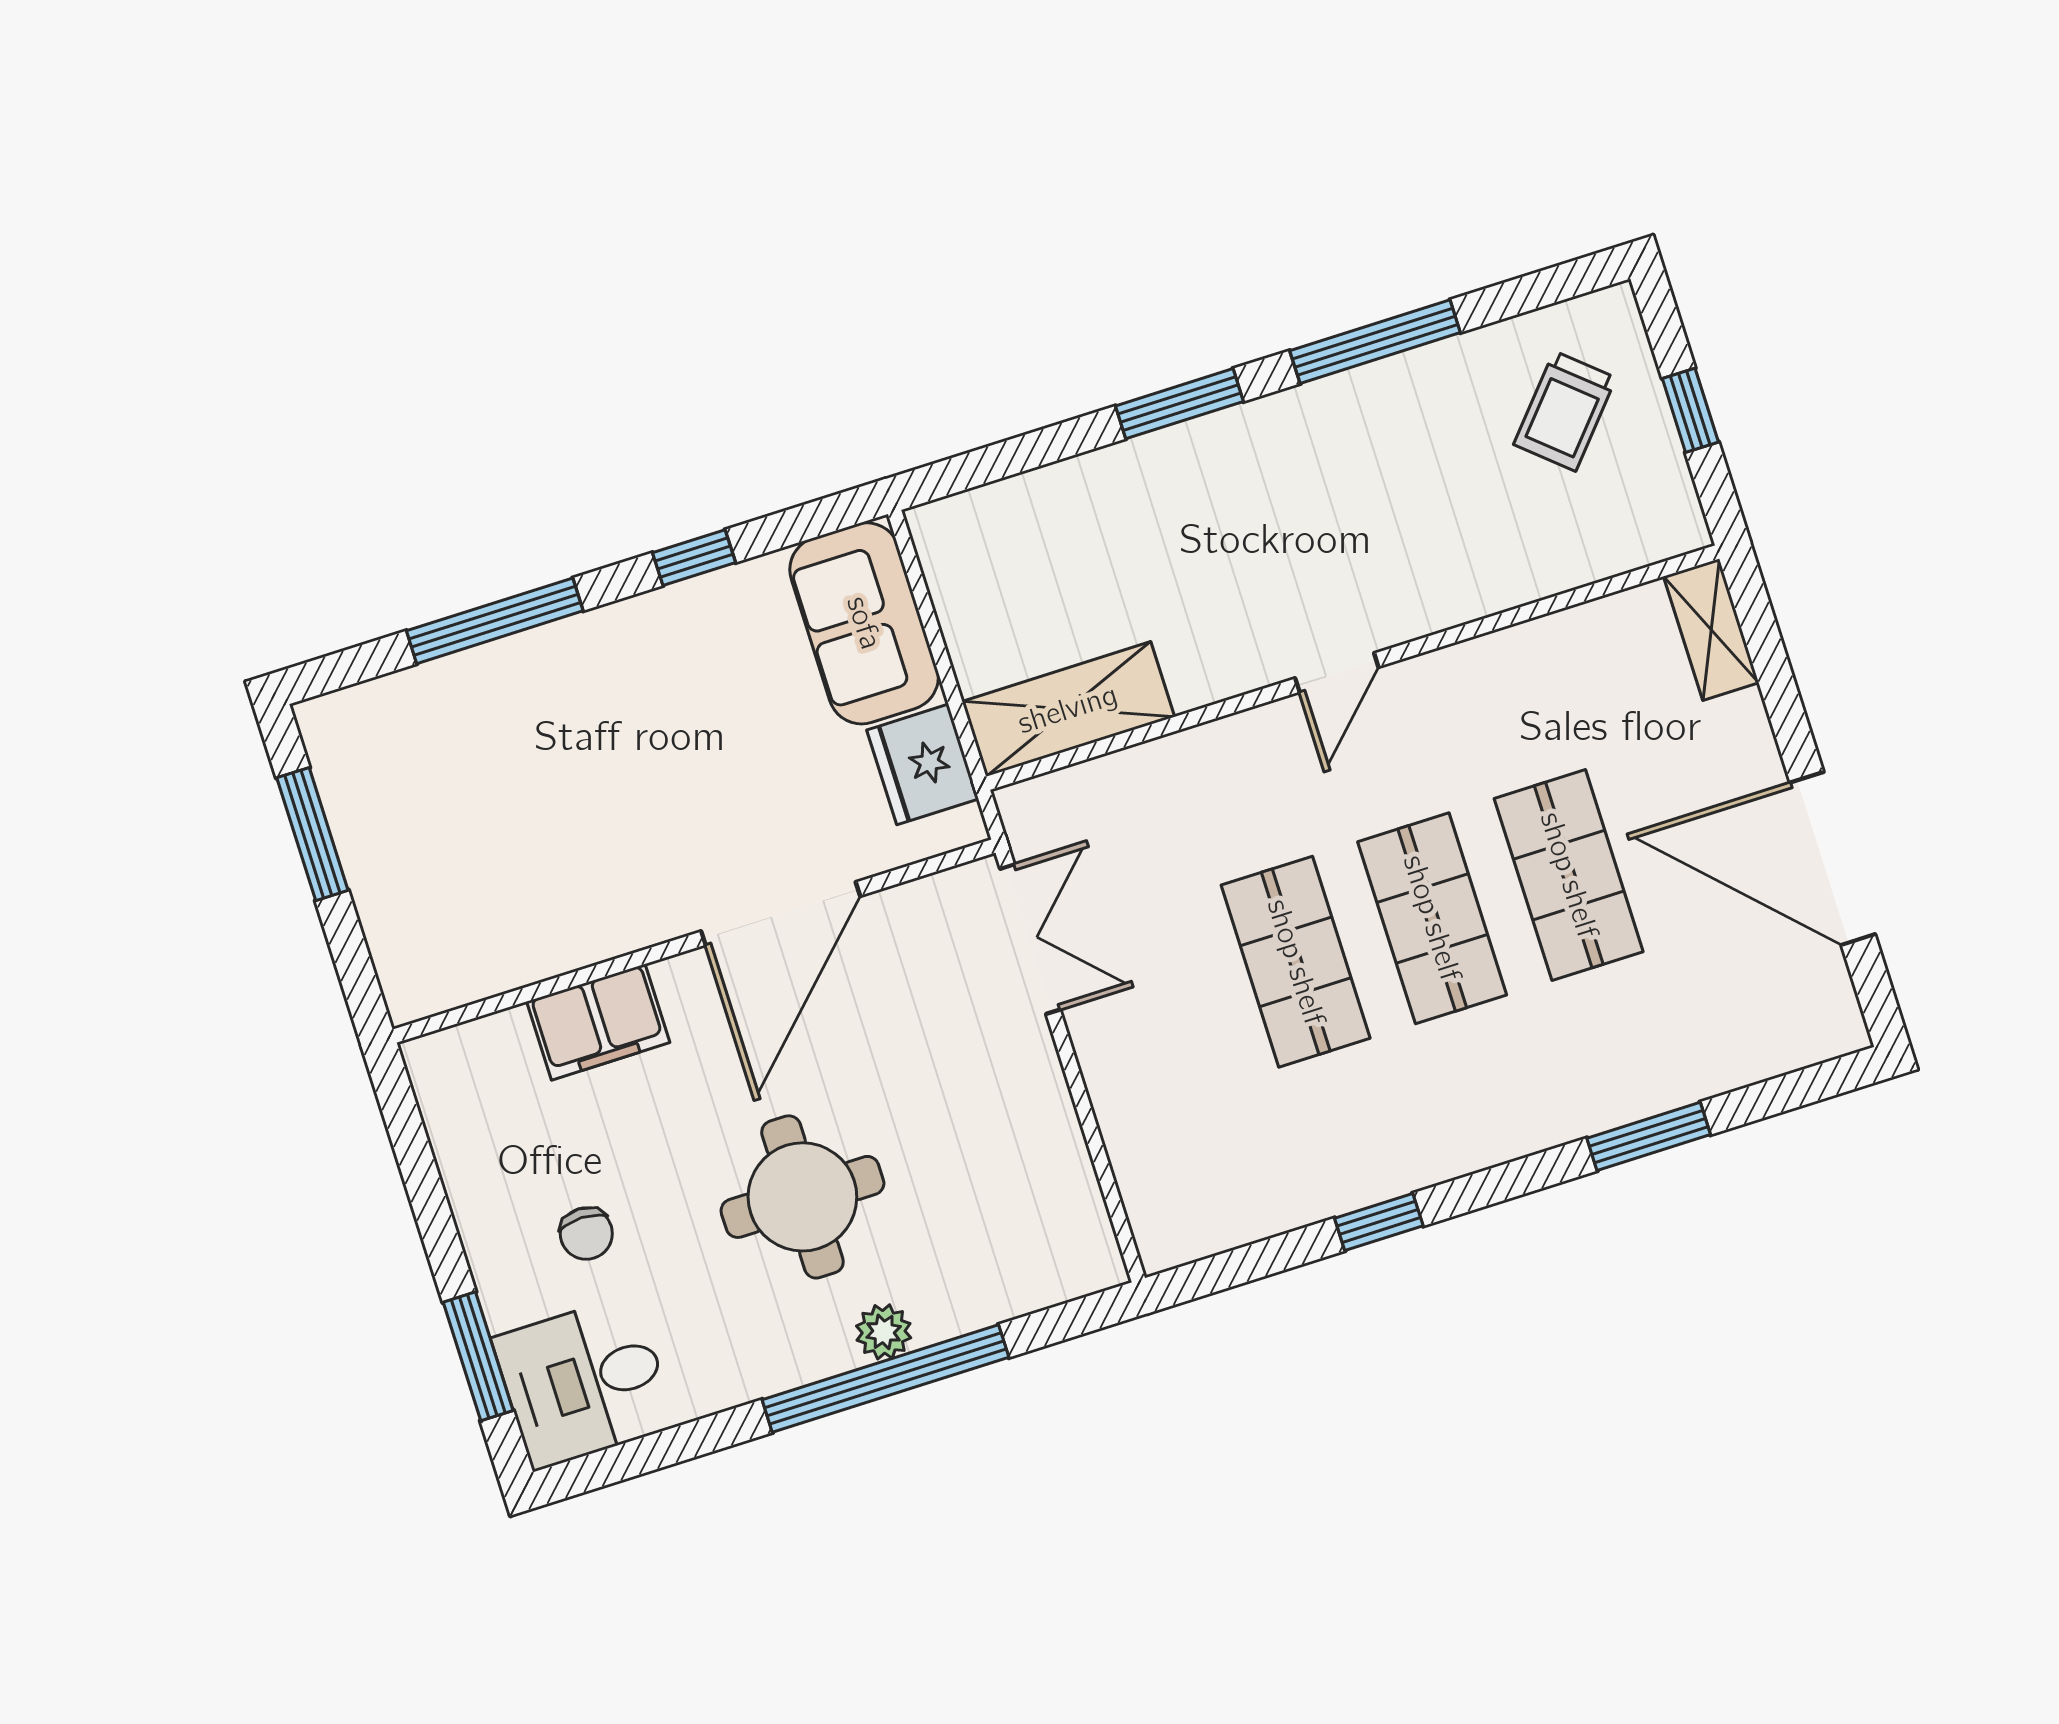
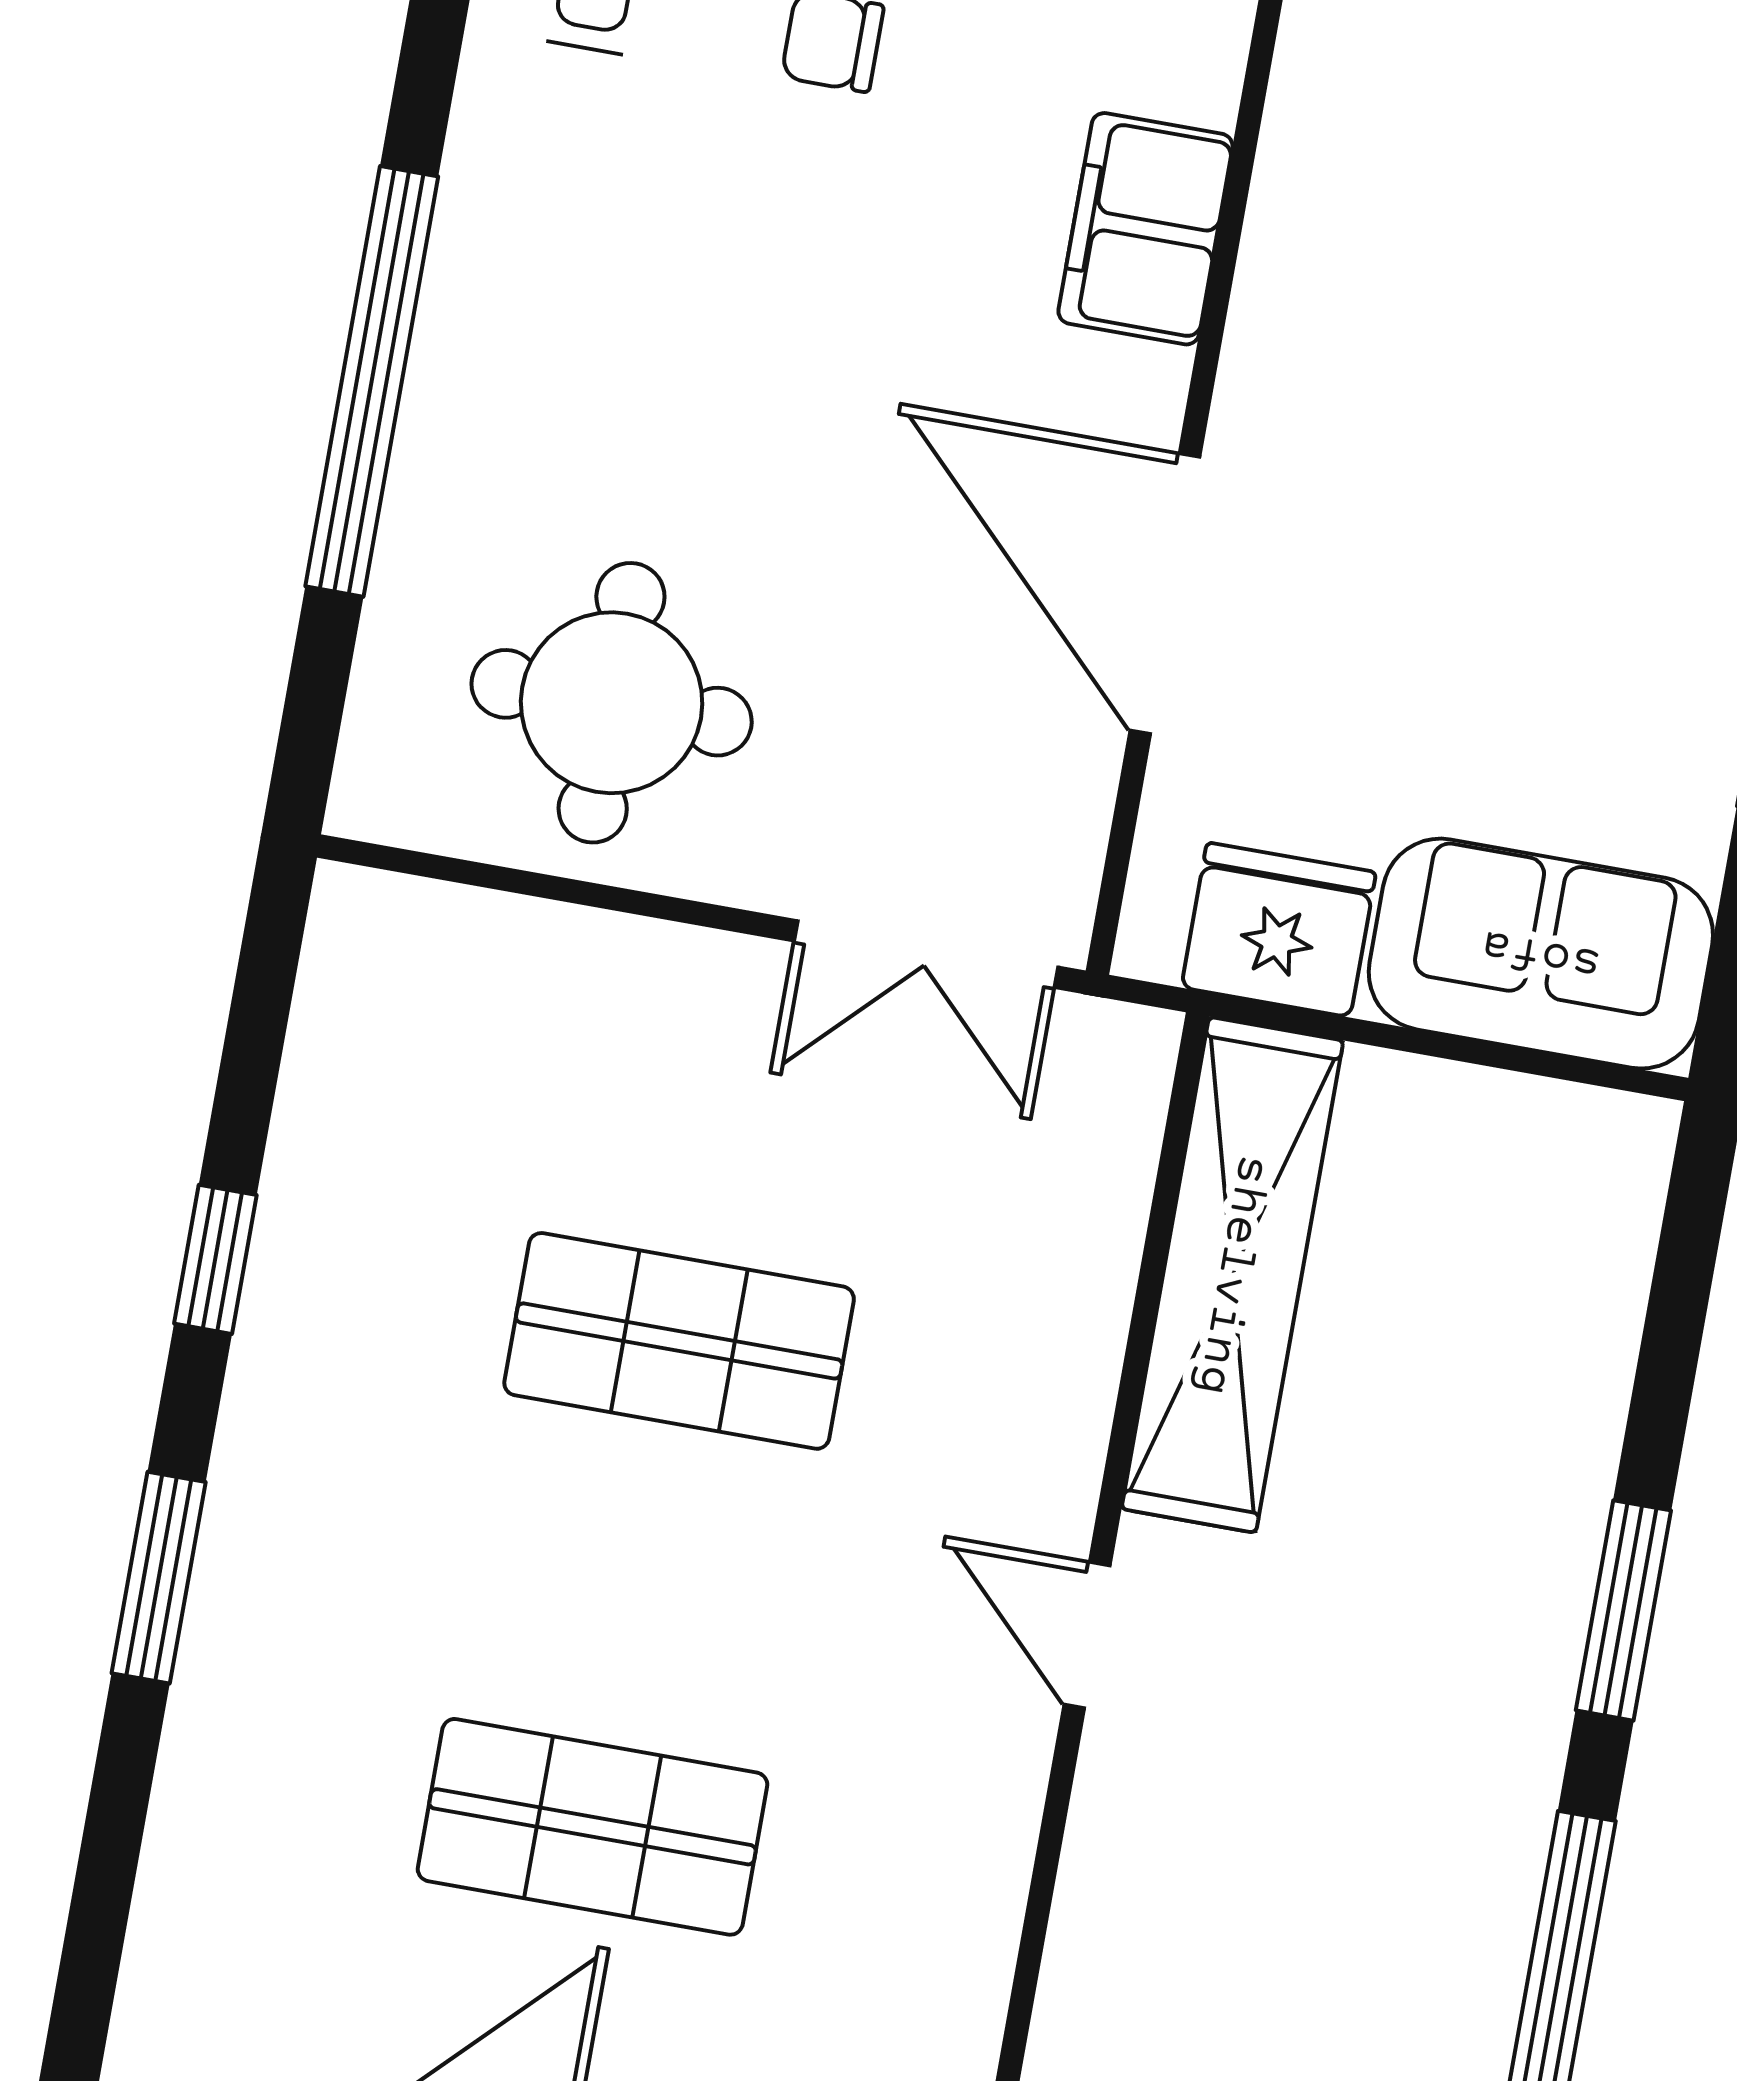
shelving: (1068, 709) -> (1232, 1275), width x1.47
shop shelf: (1432, 918) -> (636, 1584), removed
window: (1649, 1136) -> (159, 1578), moved
round table: (802, 1197) -> (612, 703), moved
plant: (884, 1332) -> (444, 416), removed

